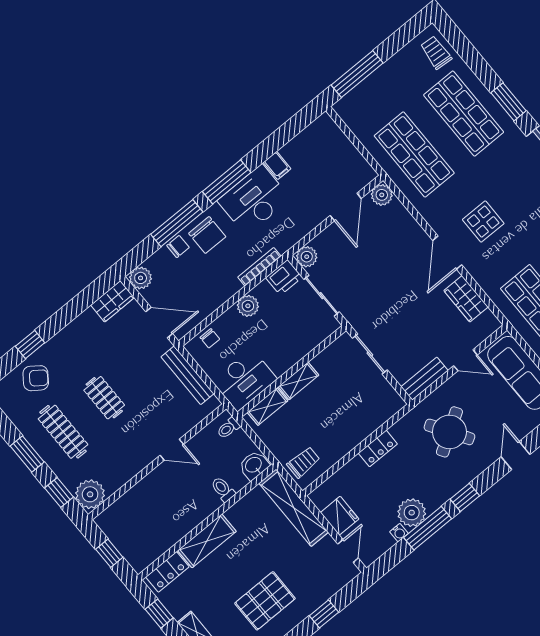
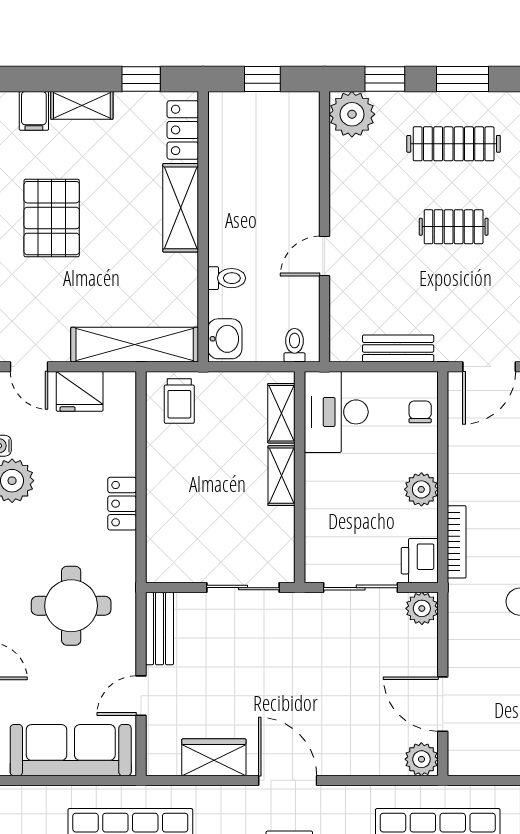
chair: (210, 338) -> (420, 412), turned 90
bench: (187, 375) -> (398, 348), width x0.73
round table: (449, 432) -> (71, 606), turned 32

